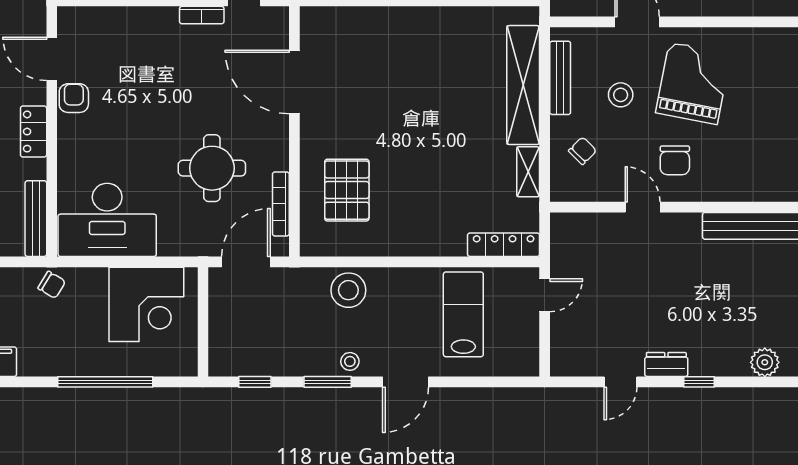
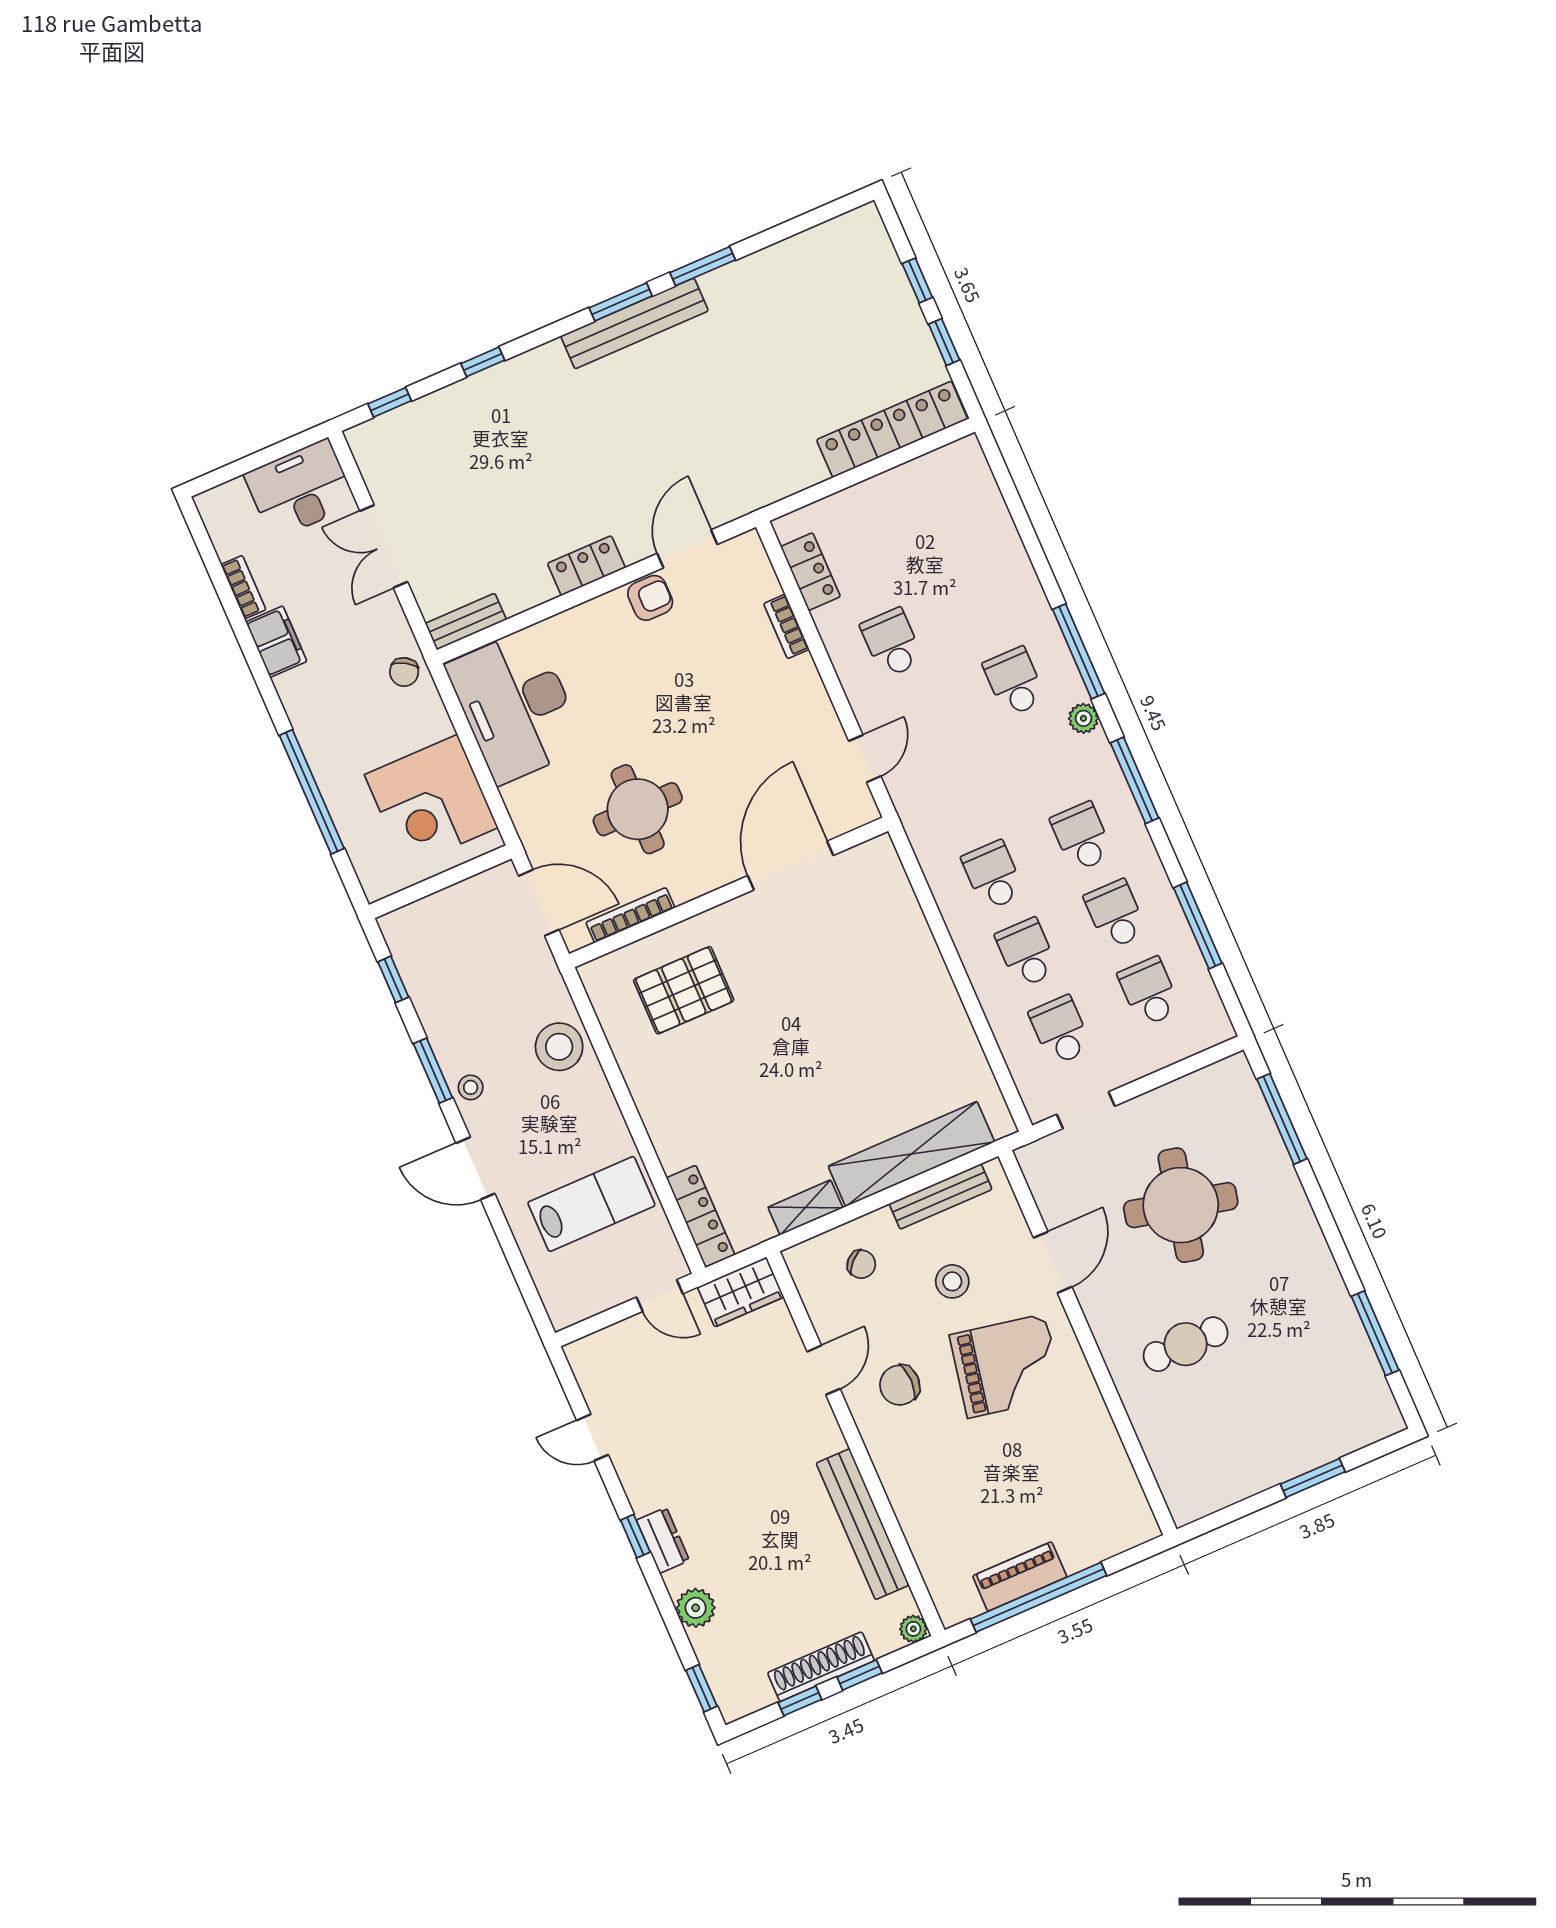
bookcase: (202, 15) -> (786, 626), moved
bench: (36, 219) -> (466, 622), width x0.73
wardrobe: (566, 240) -> (741, 1292), added
dresser: (666, 365) -> (663, 1540), moved

